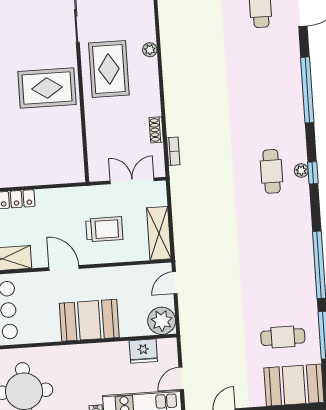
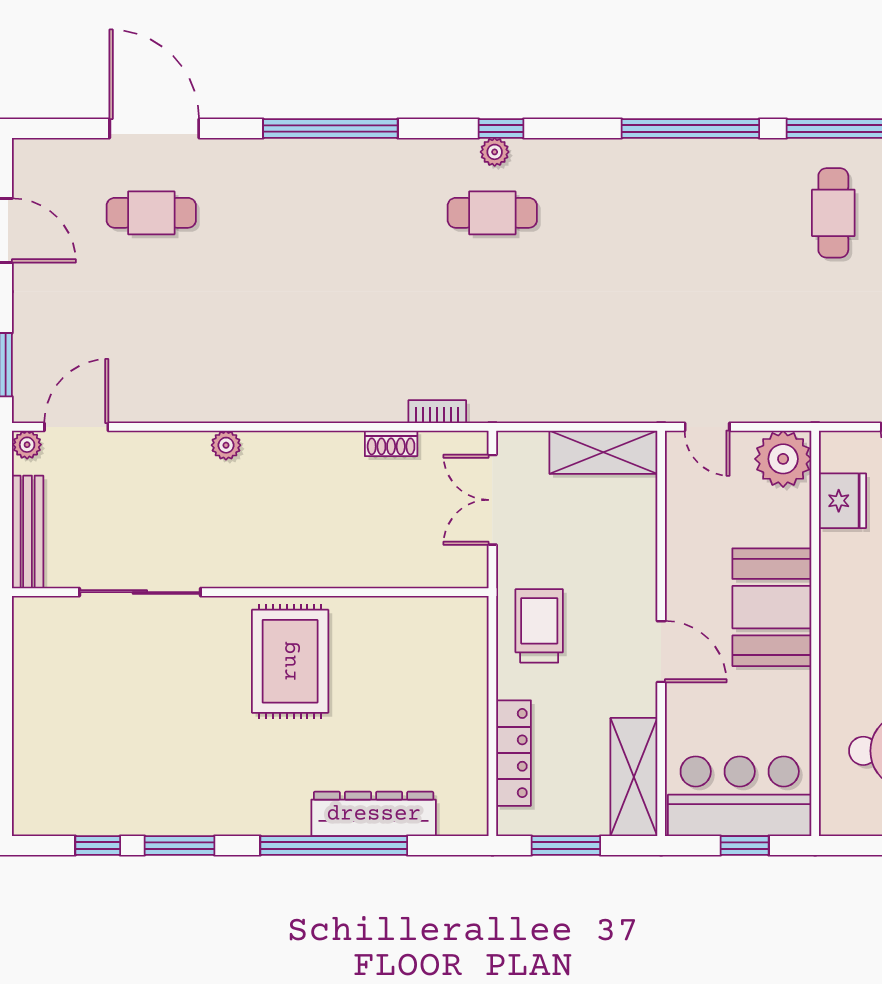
rug: (109, 69) -> (260, 532), removed
trolley: (104, 229) -> (539, 626), moved
door: (64, 268) -> (661, 652), swing flipped

